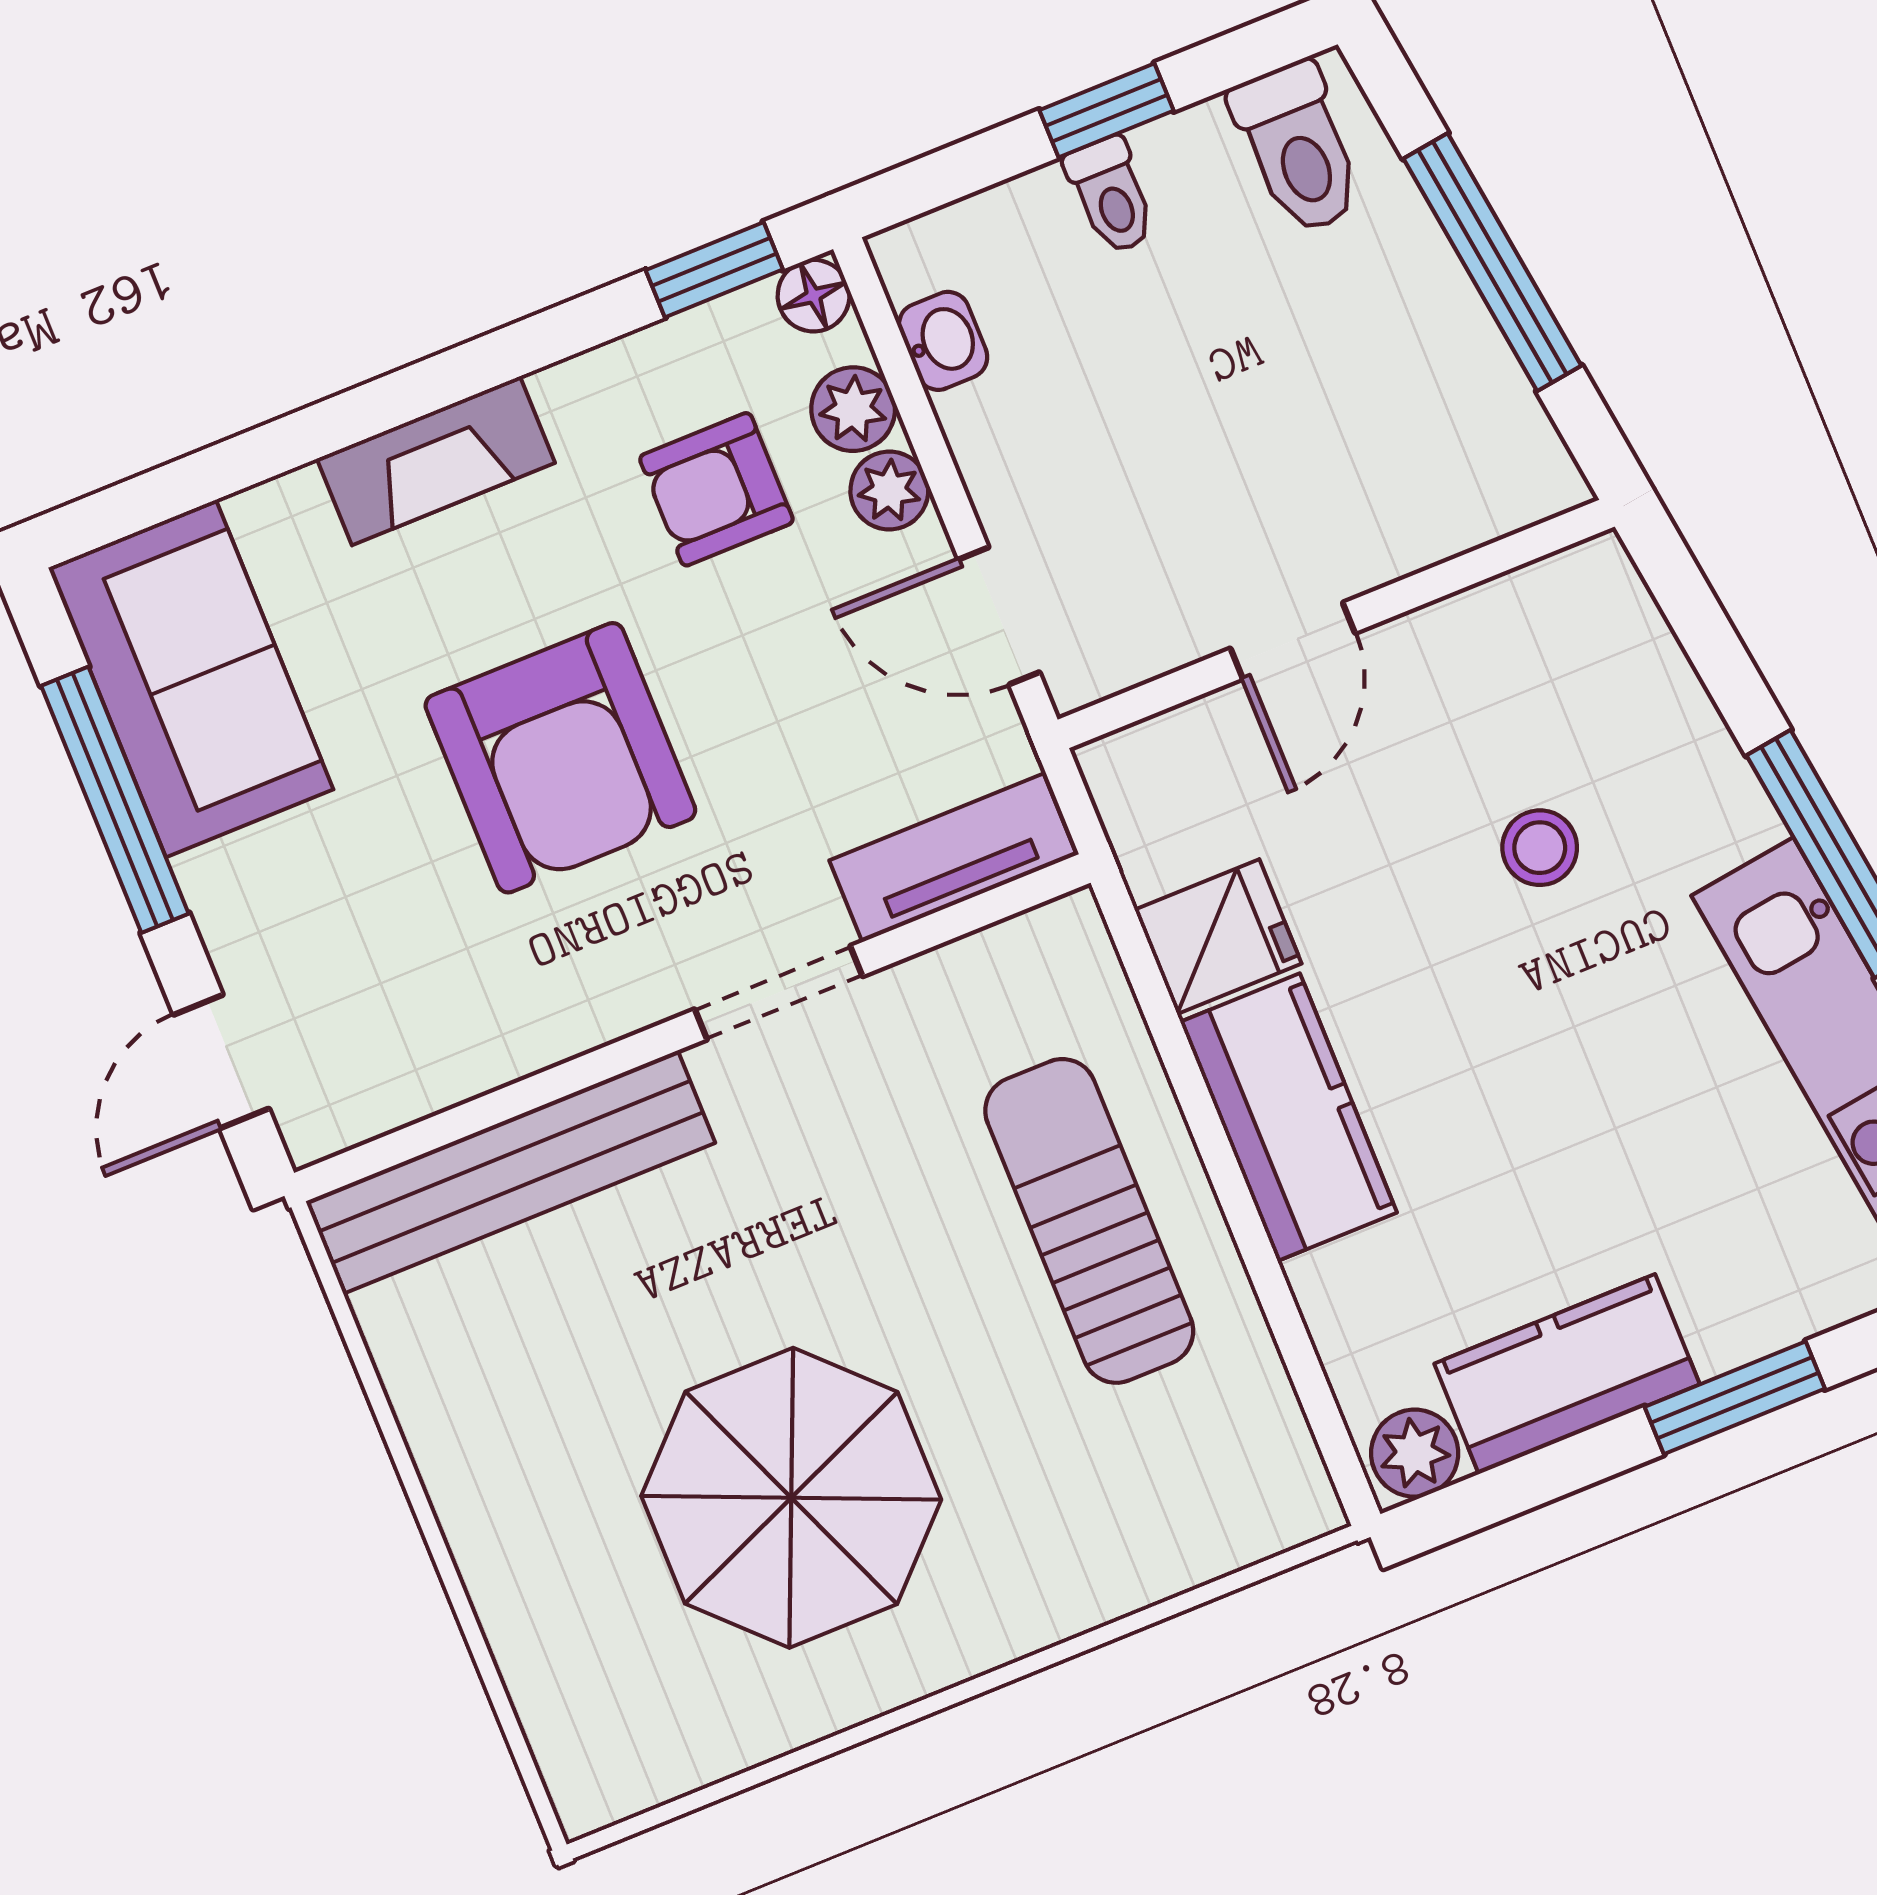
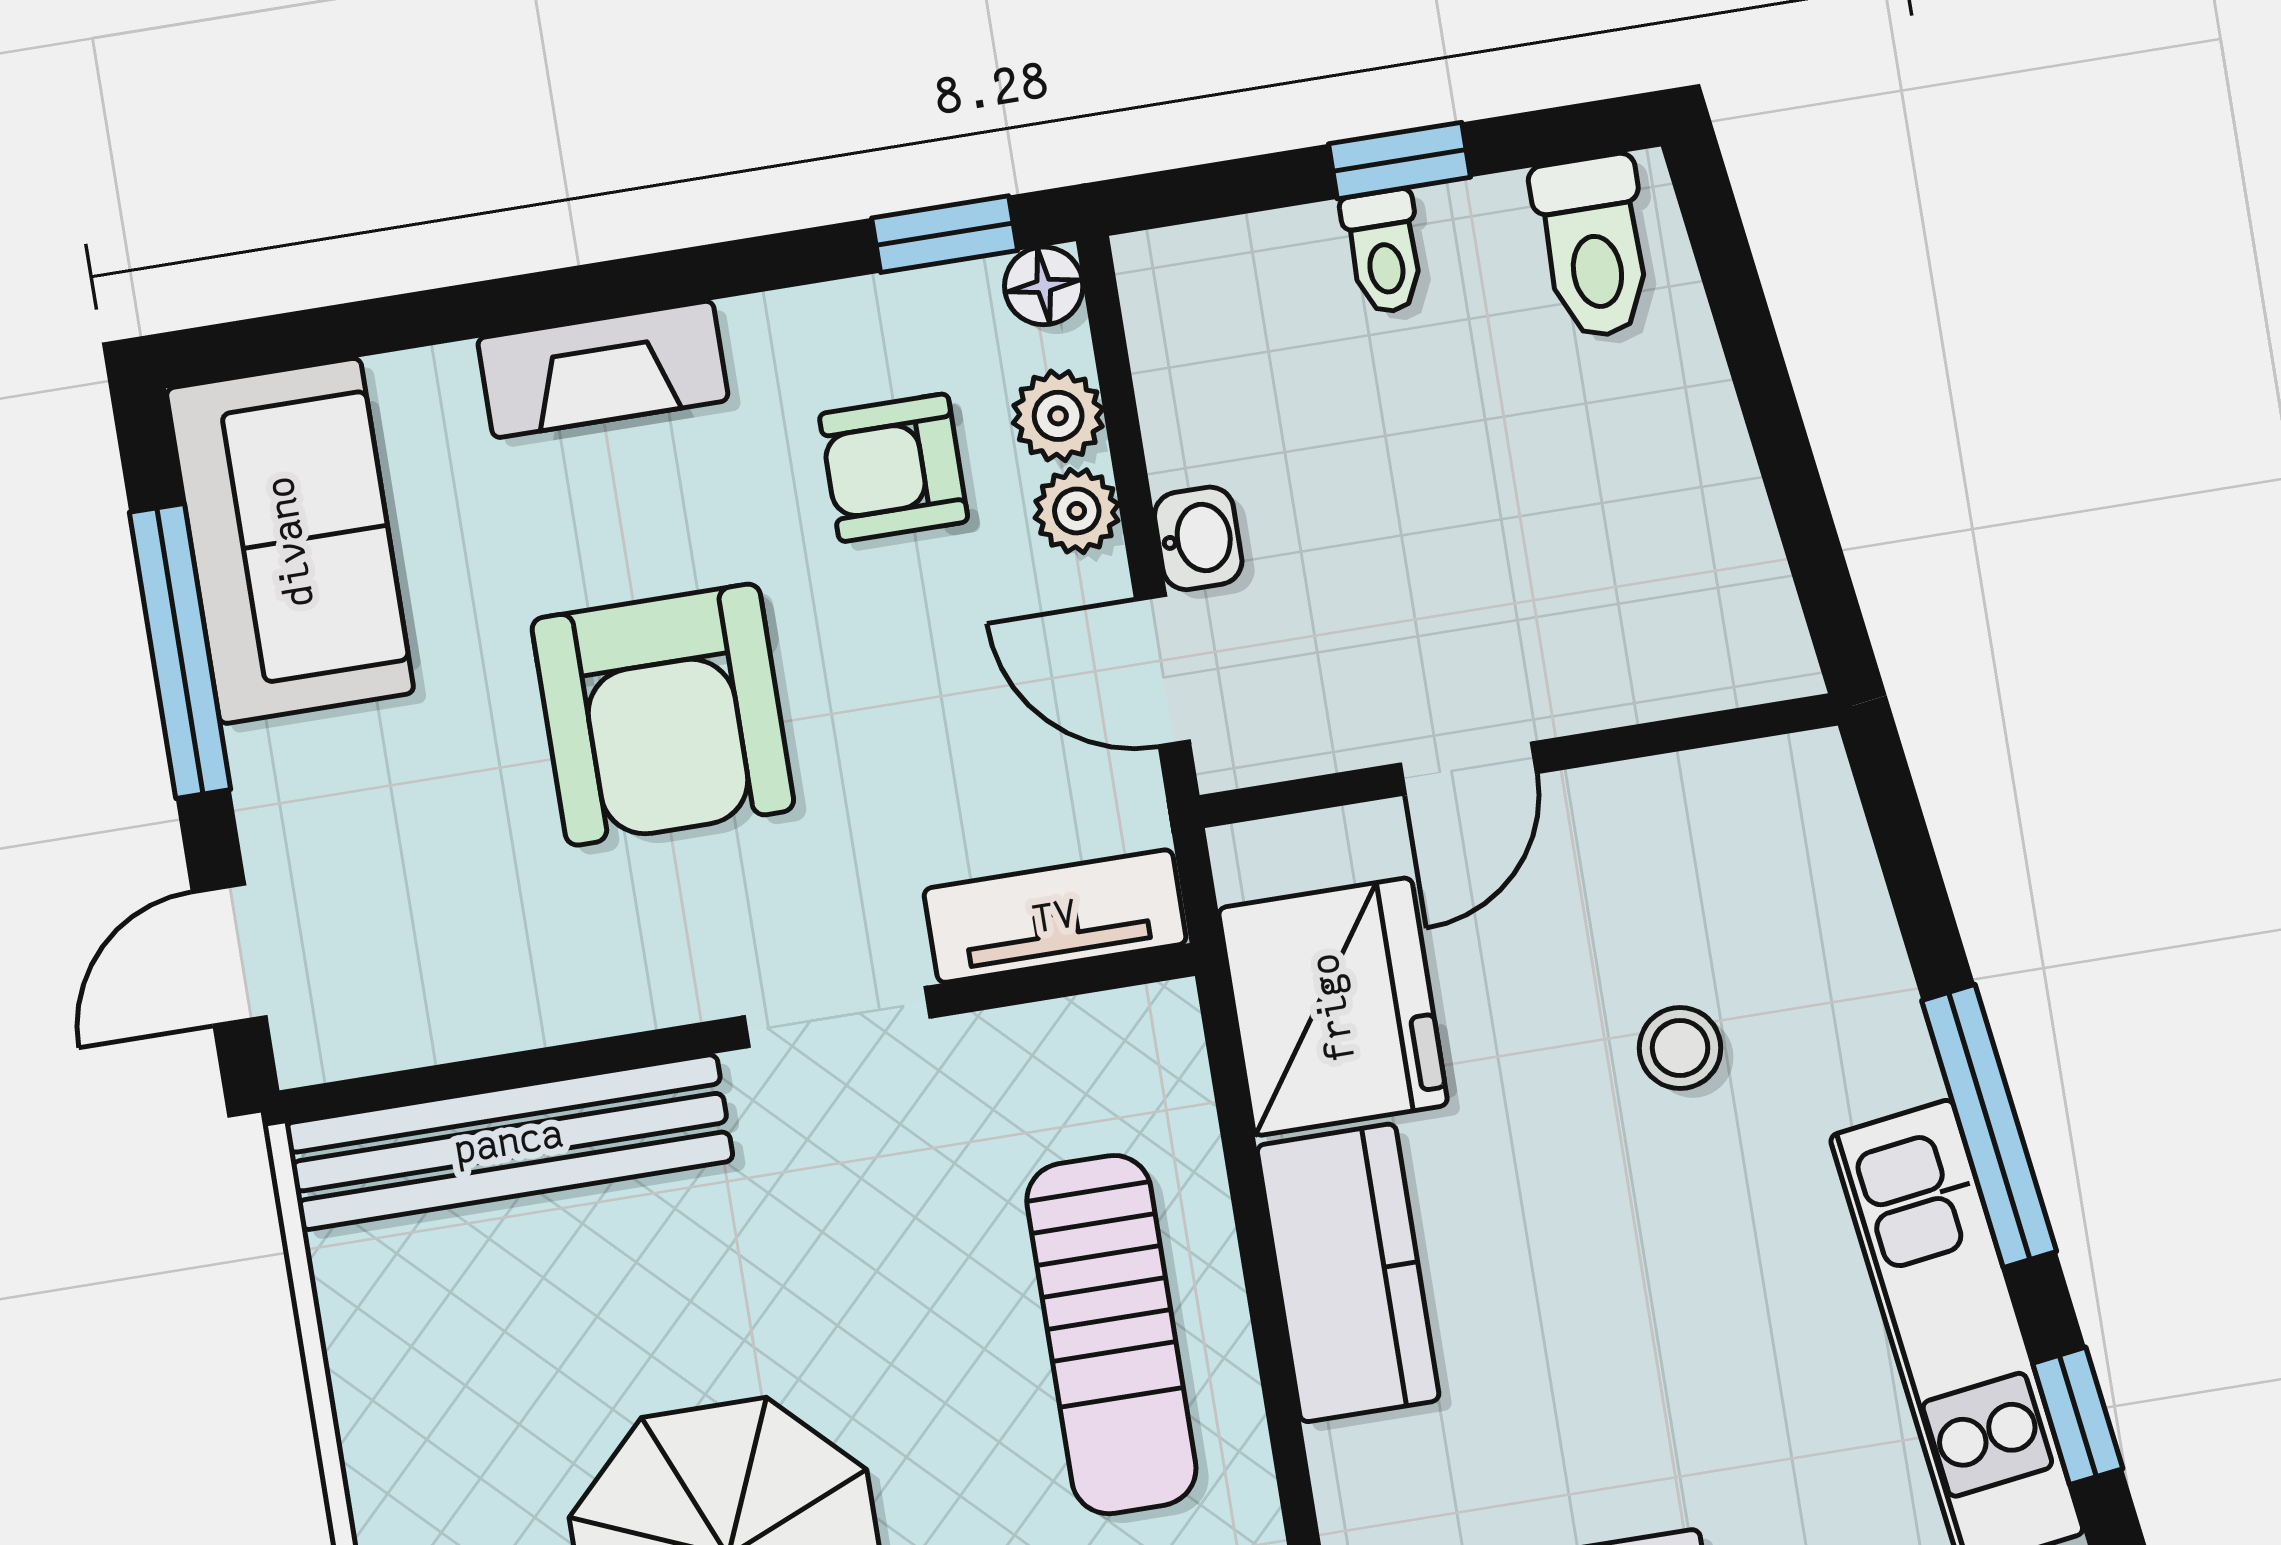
window: (1492, 262) -> (1772, 415), removed
washbasin: (943, 341) -> (1198, 538), moved
fridge: (1218, 937) -> (1333, 1007), width x1.88, depth x1.34
sun lounger: (1089, 1221) -> (1111, 1335), turned 180

